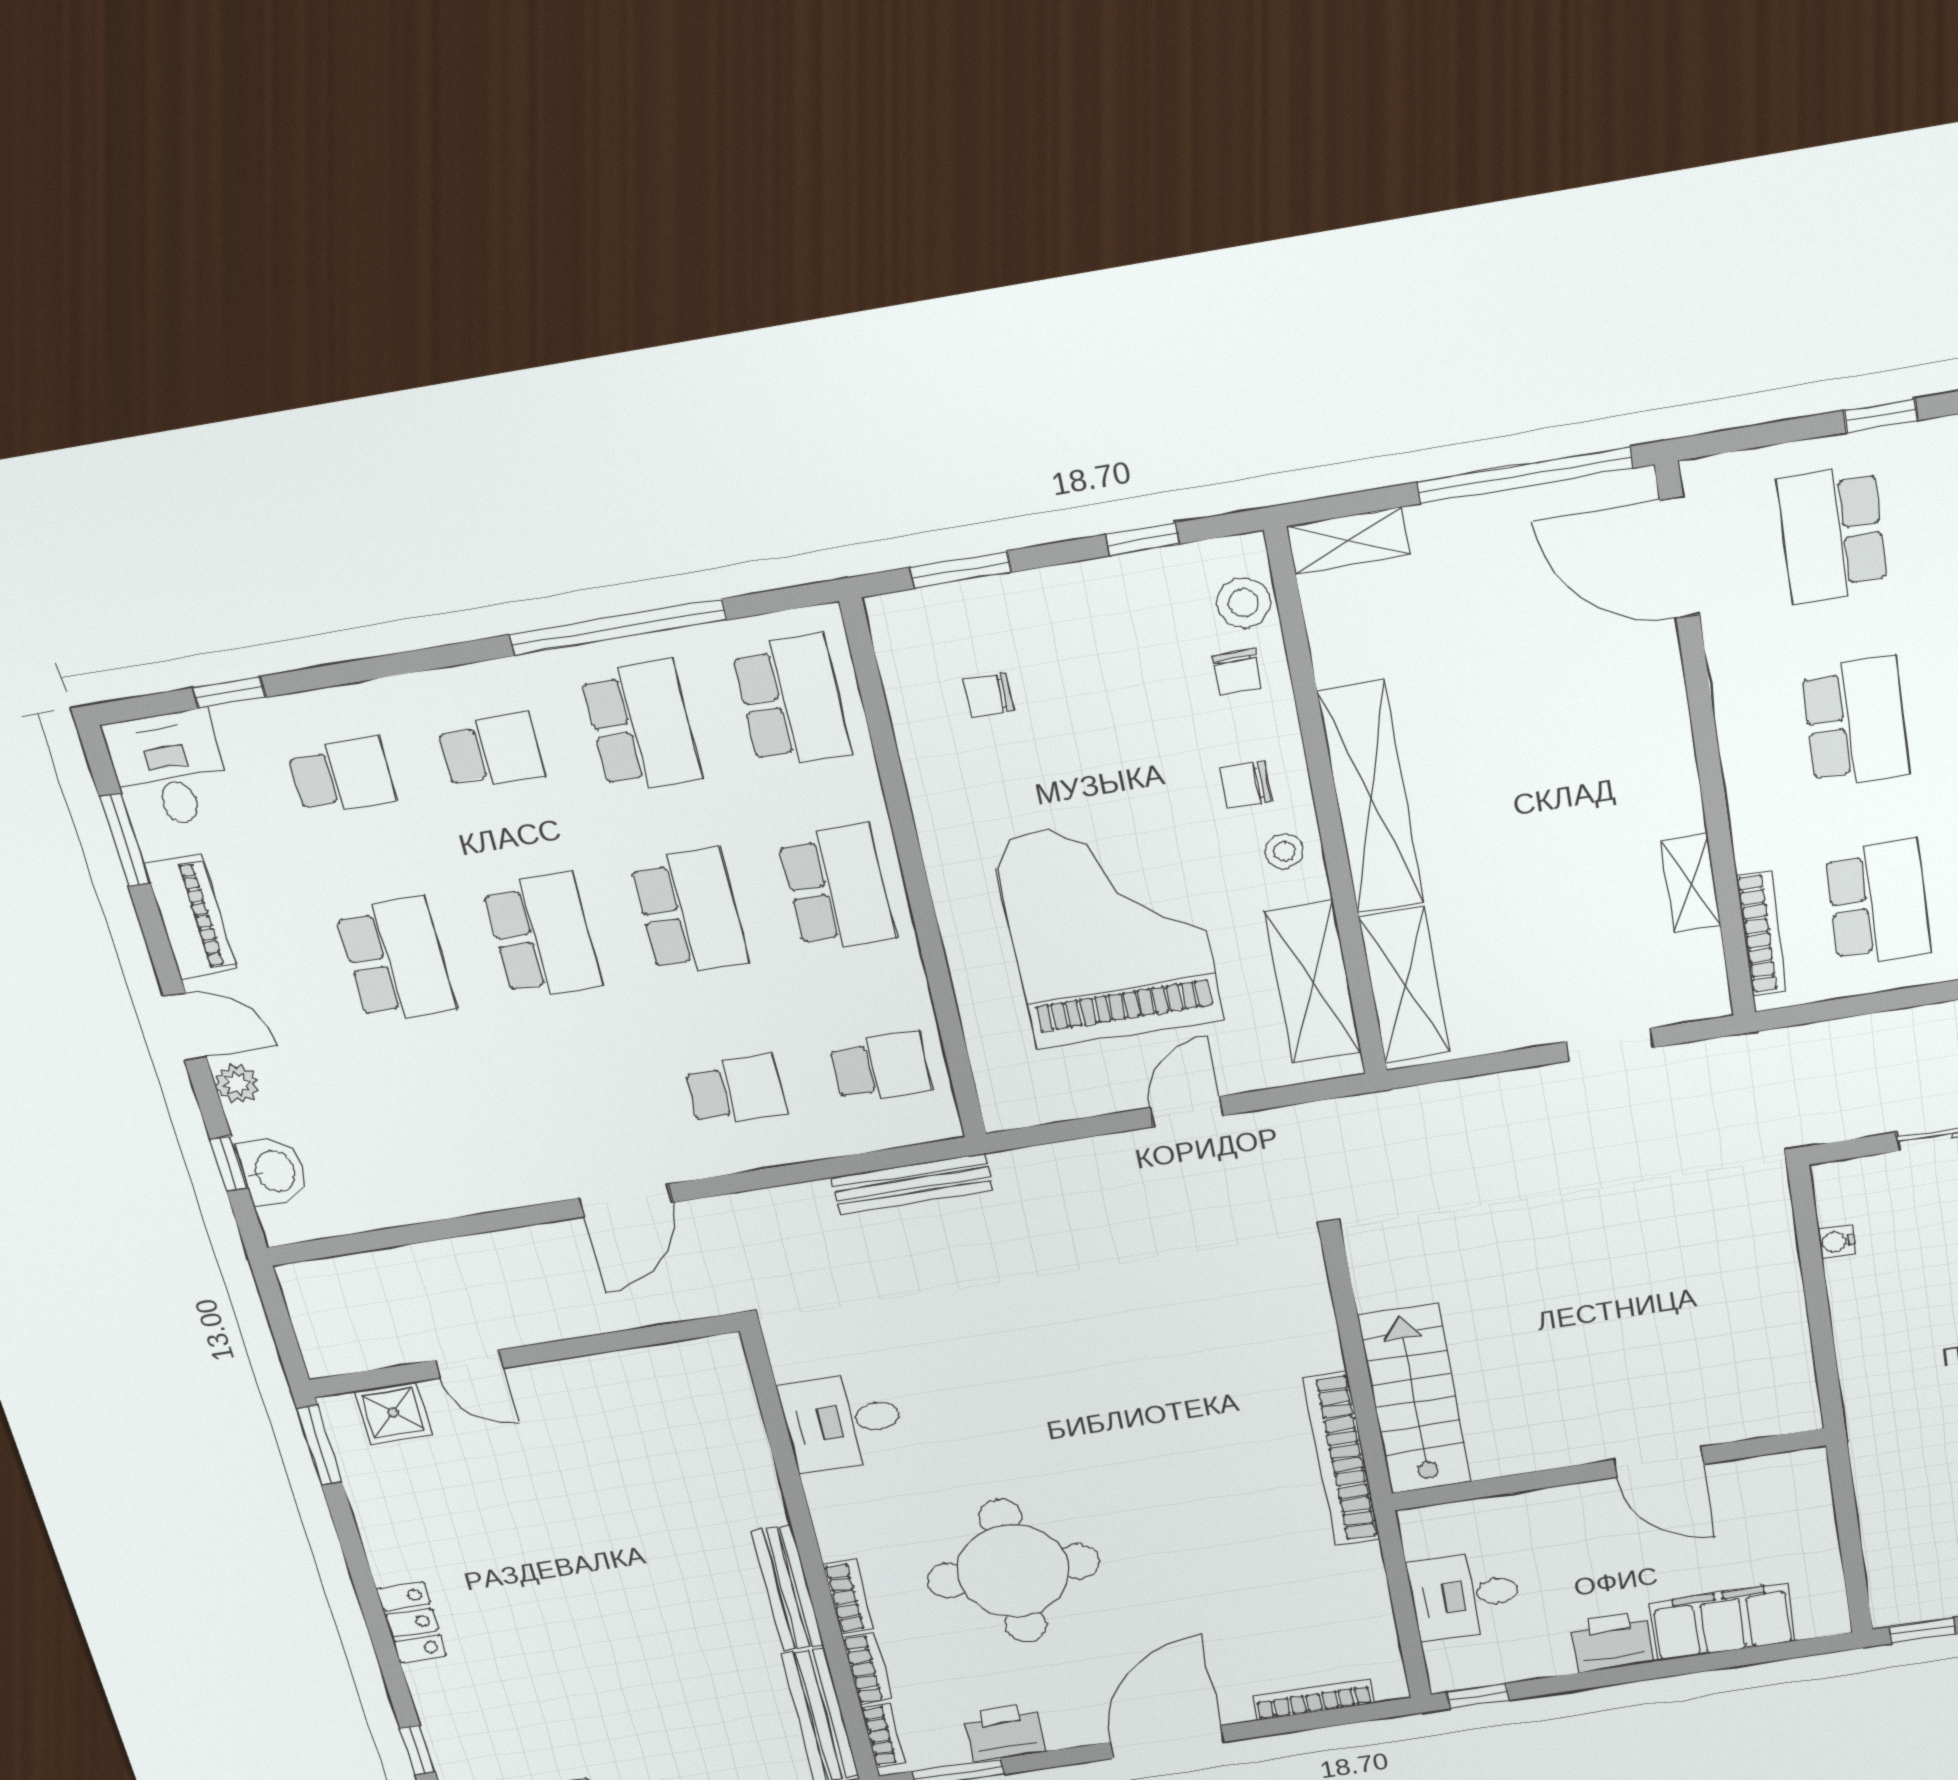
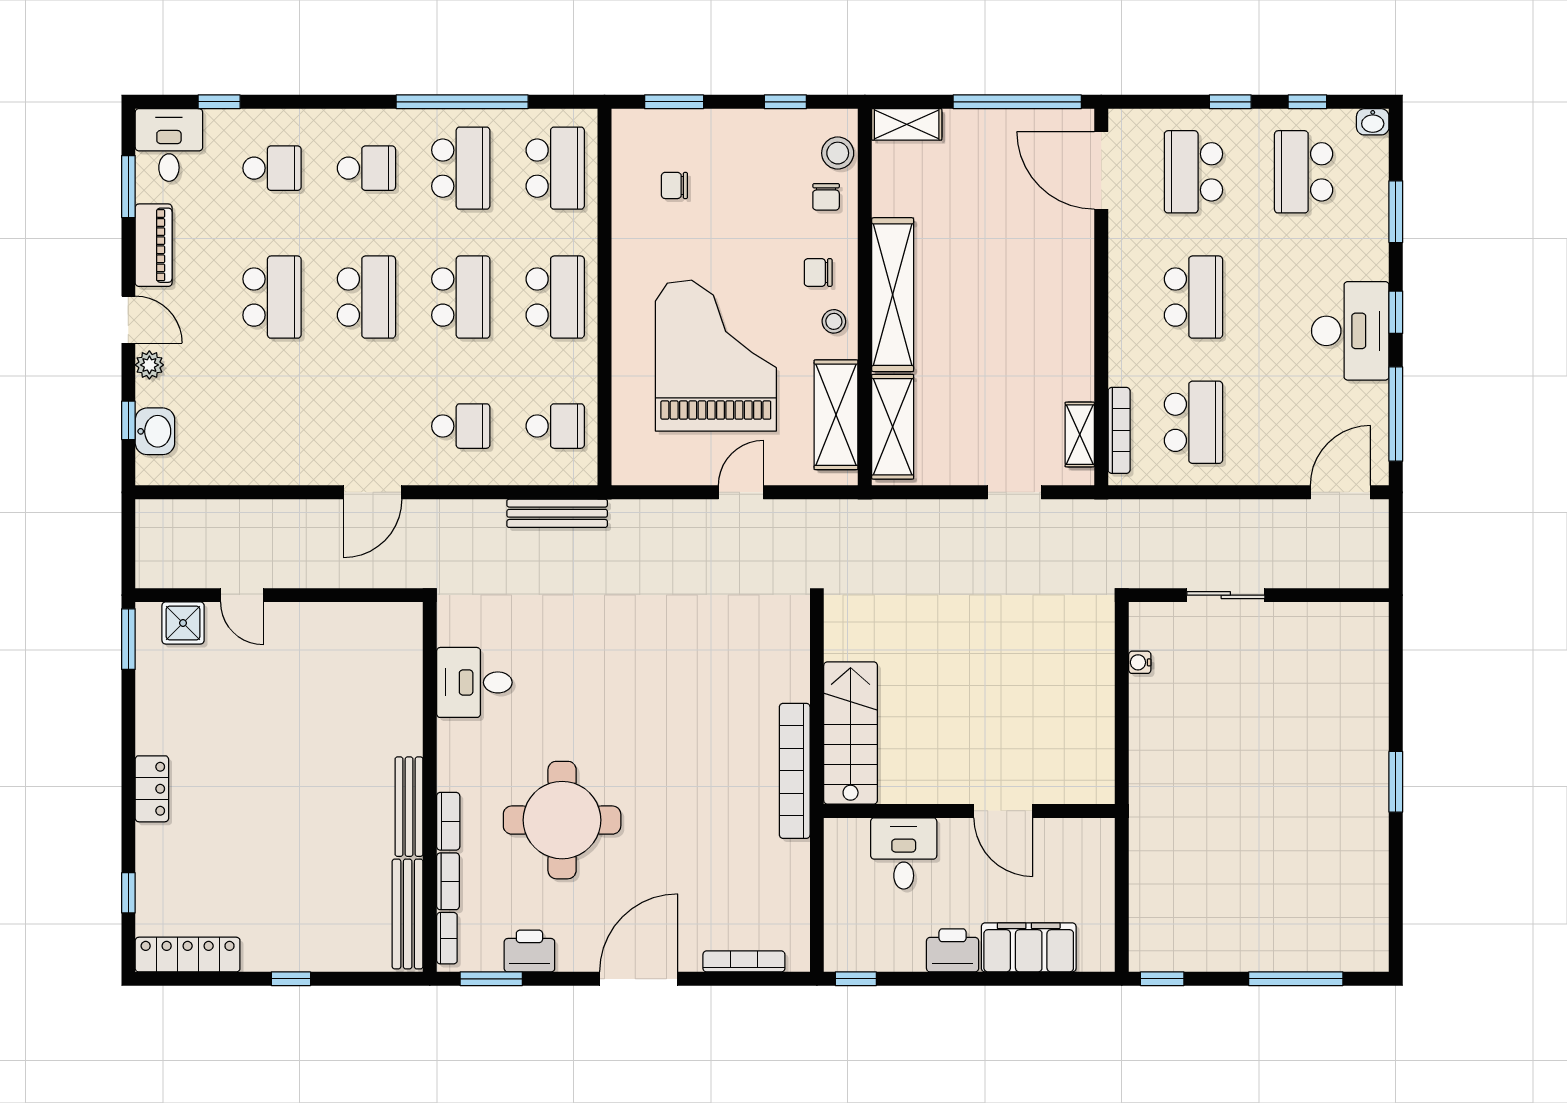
shelving: (1691, 883) -> (1080, 435), moved
desk: (1465, 1596) -> (904, 853), moved, turned 90

